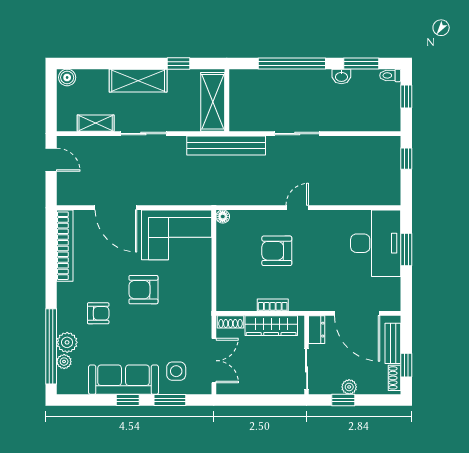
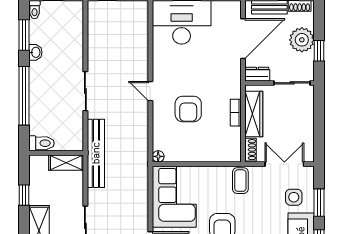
toilet: (238, 83) -> (42, 143), added
shelving: (213, 102) -> (66, 163), width x0.67, depth x0.75
coffee table: (195, 310) -> (240, 181), added
plant: (349, 387) -> (302, 40), width x1.87, depth x1.87

